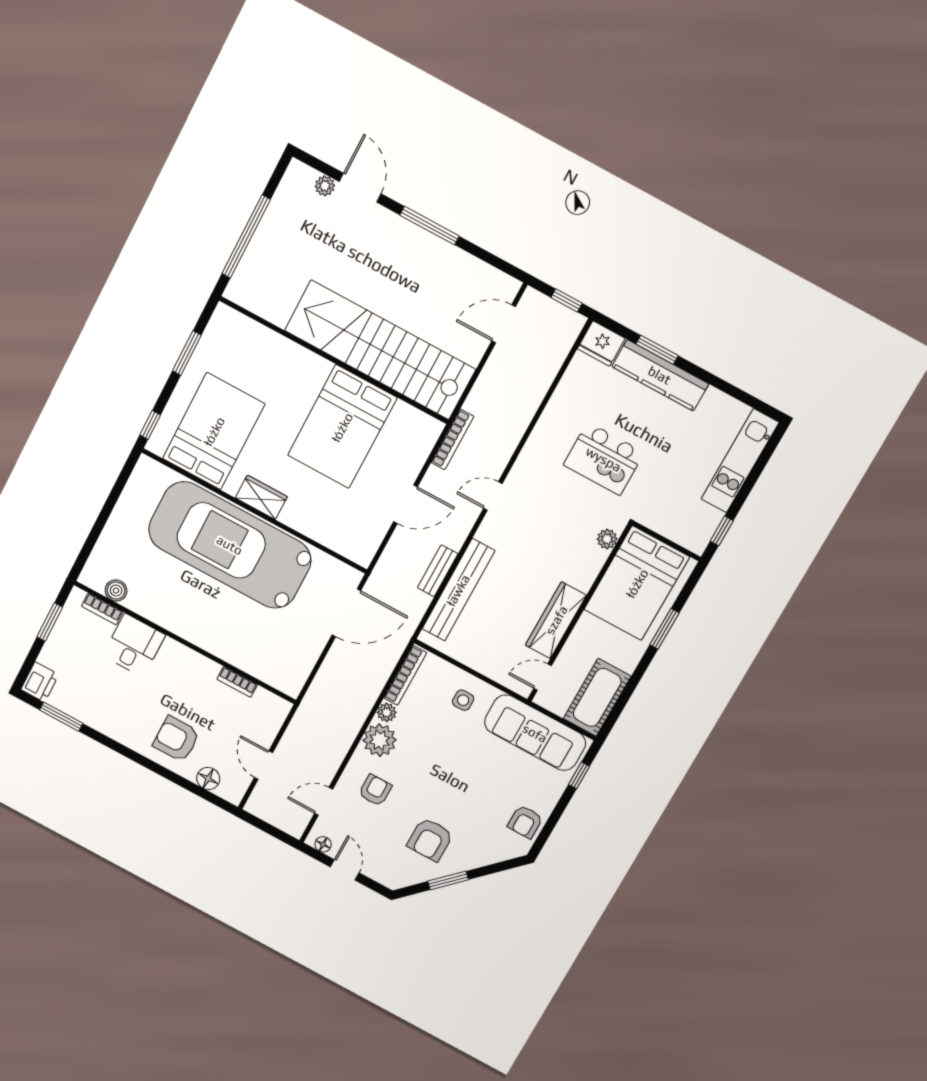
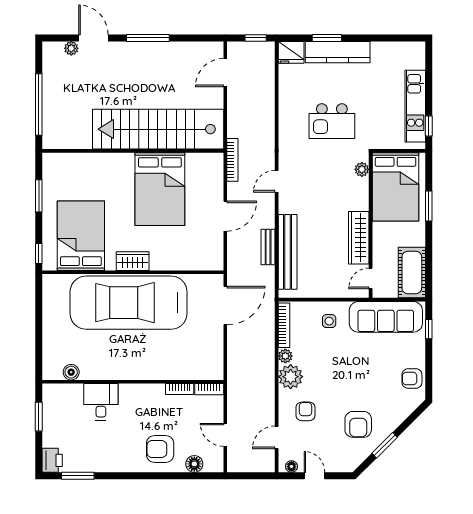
kitchen unit: (740, 461) -> (415, 106), moved
bookcase: (102, 609) -> (209, 389), moved
armchair: (525, 822) -> (412, 379), turned 90

